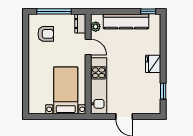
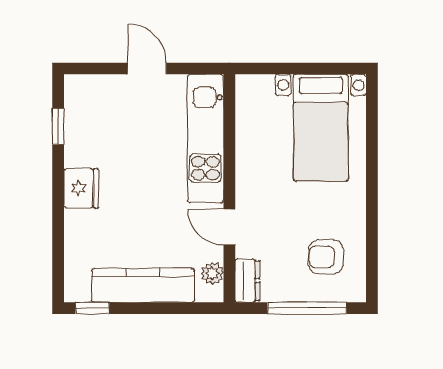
bed with nightstands: (66, 90) -> (321, 128), moved

